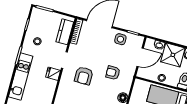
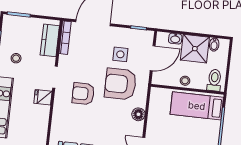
side table: (120, 39) -> (120, 54), moved
armchair: (113, 73) -> (120, 84), width x1.88, depth x1.88
armchair: (84, 76) -> (83, 94), turned 90

